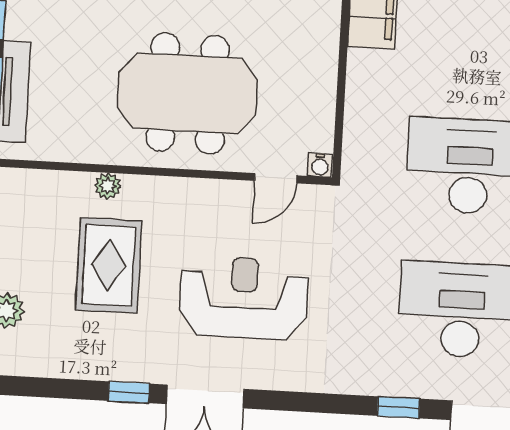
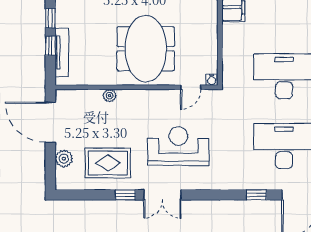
meeting table: (188, 93) -> (146, 49), turned 90
rug: (109, 265) -> (108, 163), moved, turned 90

